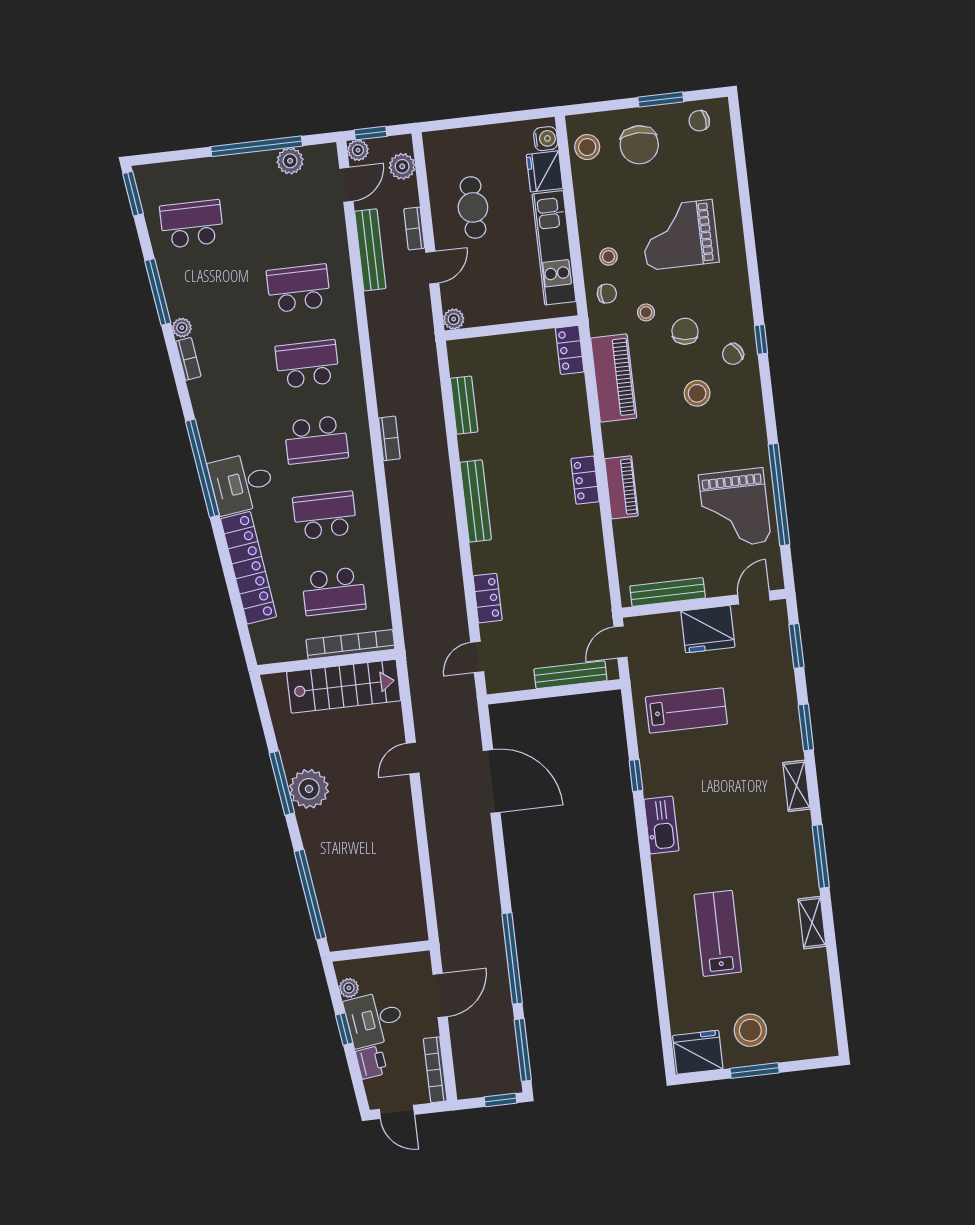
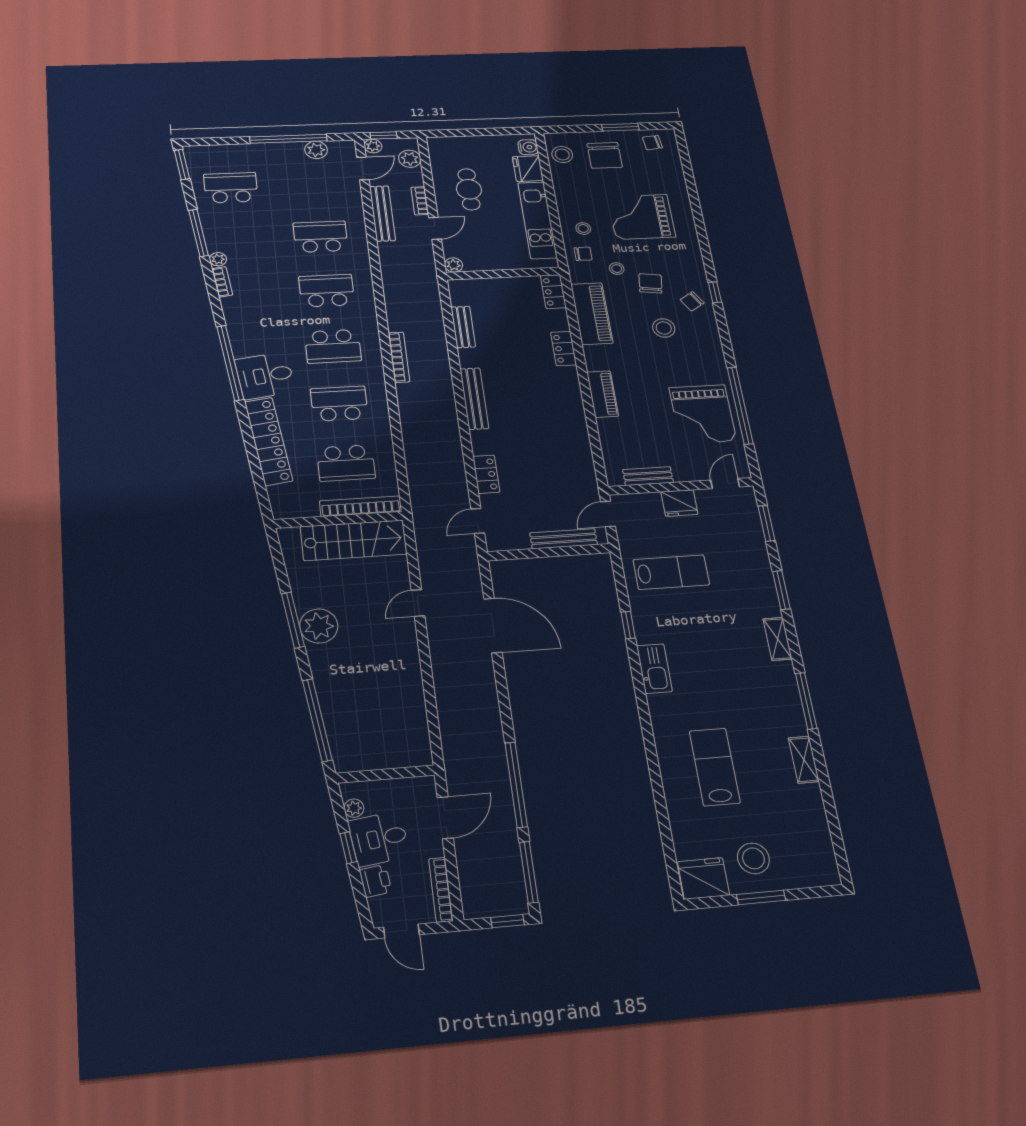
bookcase: (389, 438) -> (399, 357), width x1.56
locker: (585, 480) -> (564, 348), moved
bench: (668, 592) -> (648, 476), width x0.73
fridge: (708, 629) -> (679, 503), width x0.73, depth x0.75

